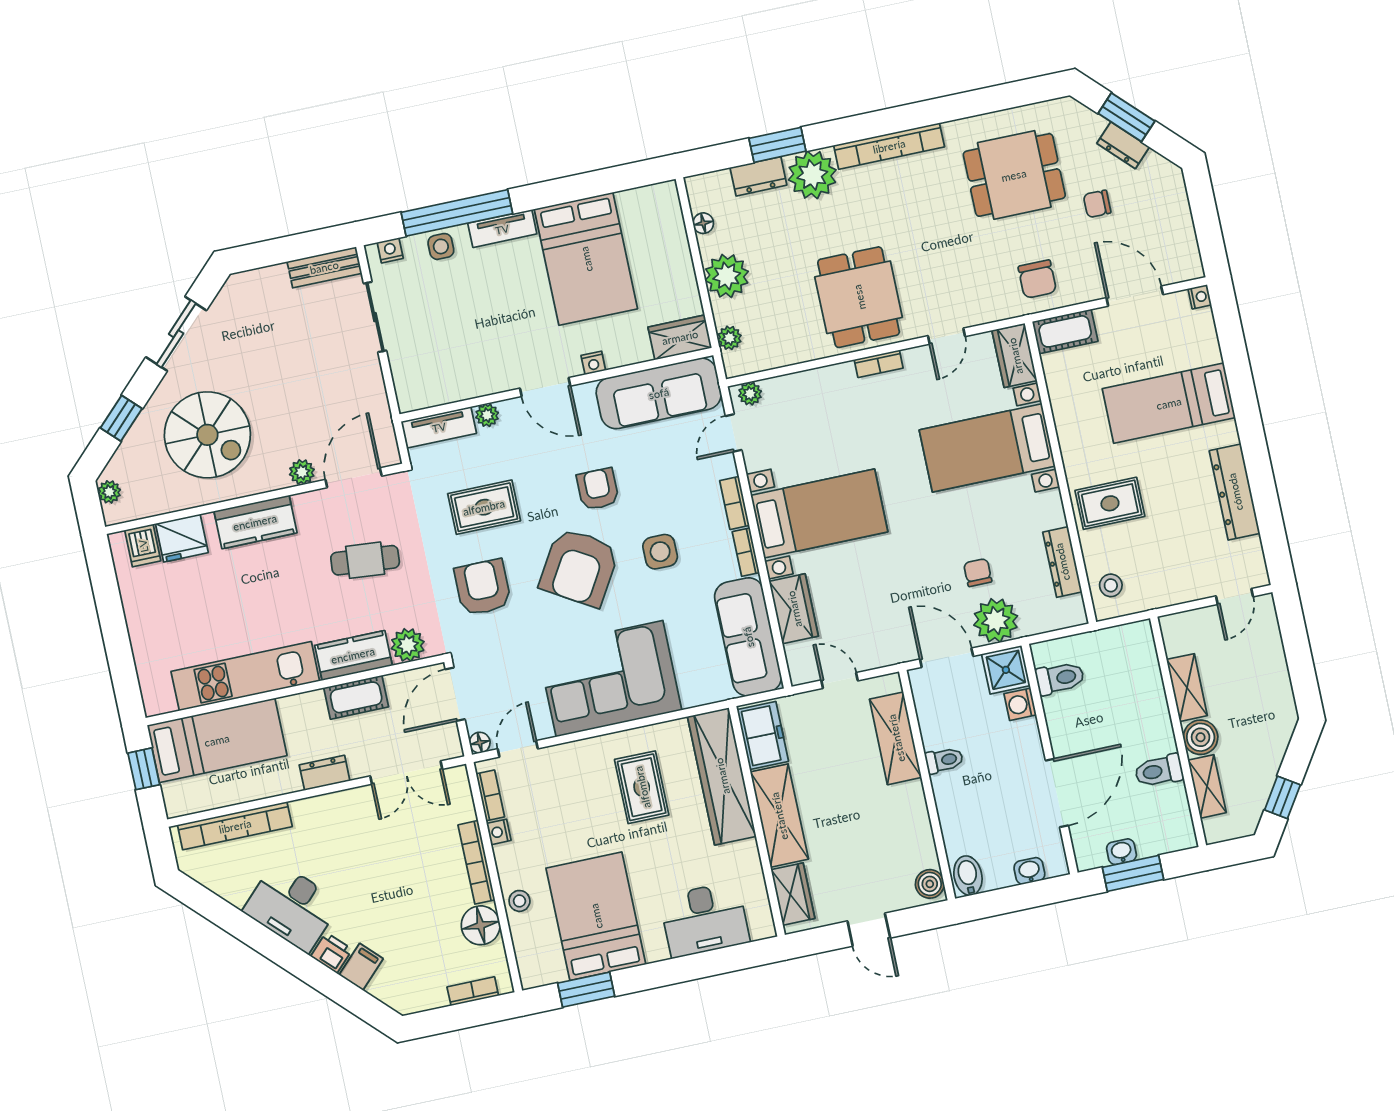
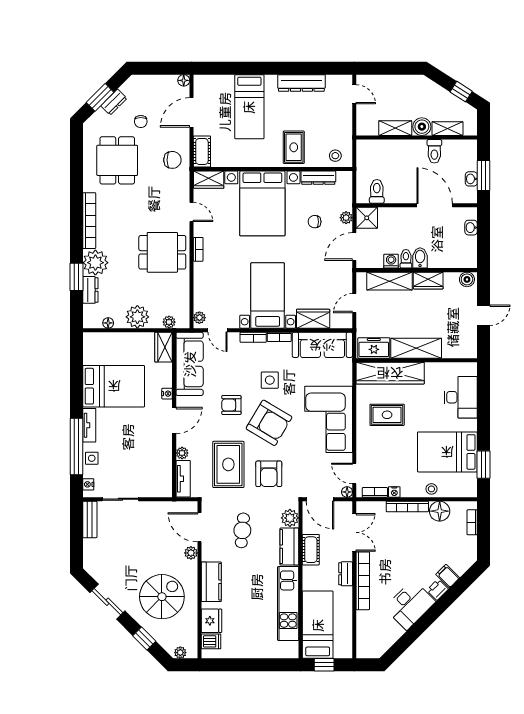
floor lamp: (1192, 269) -> (184, 80), added
nightstand: (1200, 297) -> (199, 80), removed
bed with nightstands: (987, 448) -> (262, 203), width x1.36
rug: (484, 507) -> (228, 464), width x1.36, depth x1.43
armchair: (483, 587) -> (269, 474), turned -90
plant: (996, 621) -> (346, 218), width x0.53, depth x0.53
washing machine: (1020, 704) -> (391, 261), moved, turned 180
bookcase: (235, 826) -> (363, 581), moved
bidet: (968, 876) -> (420, 258), moved, turned 90
wardrobe: (793, 894) -> (428, 281), moved, turned 180

